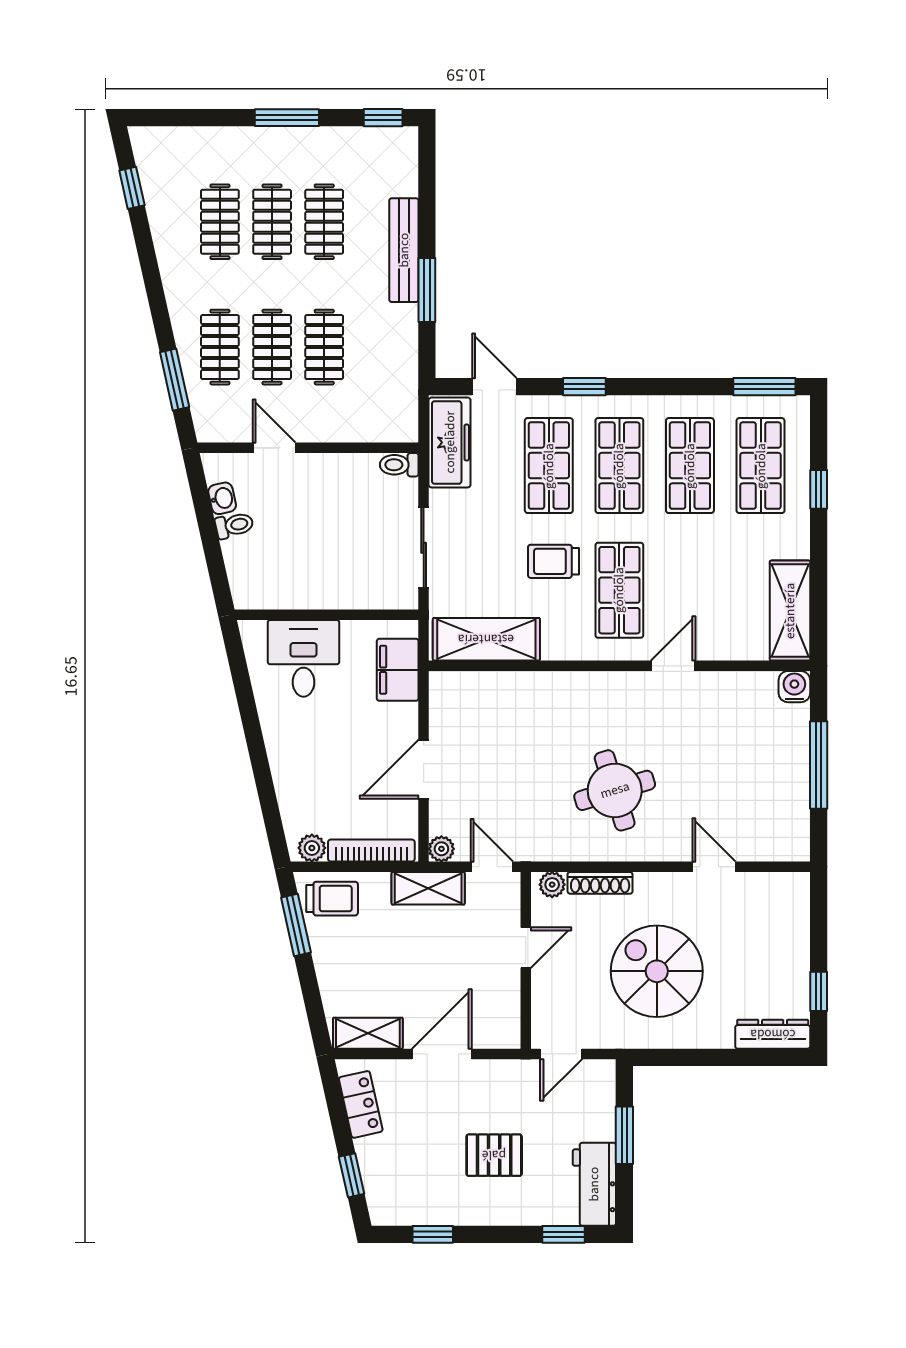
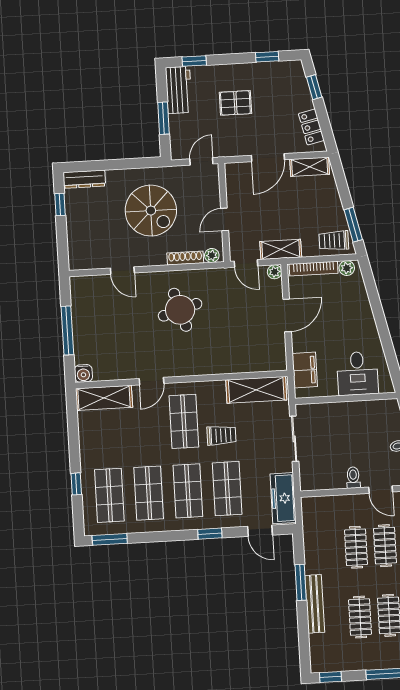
toilet: (399, 465) -> (353, 478), moved, turned -90
shelving: (790, 611) -> (104, 398), moved, turned 90

